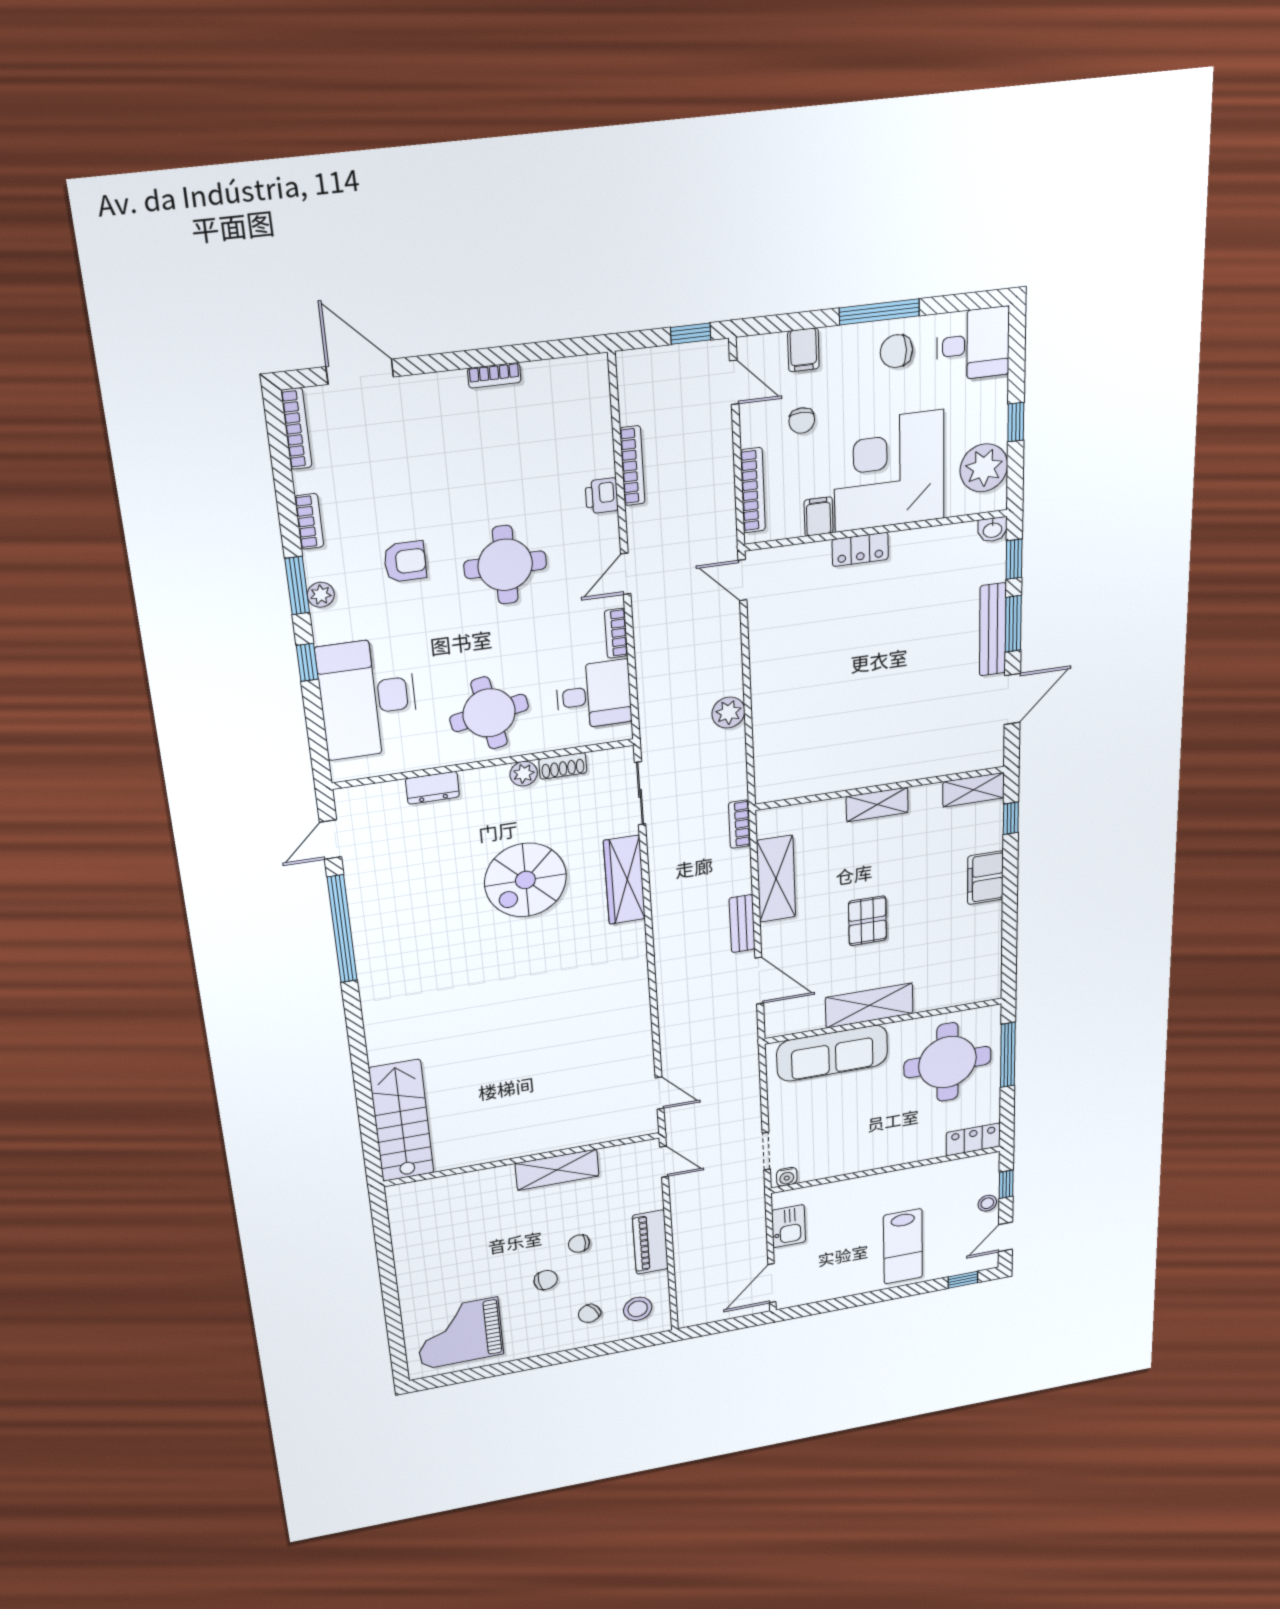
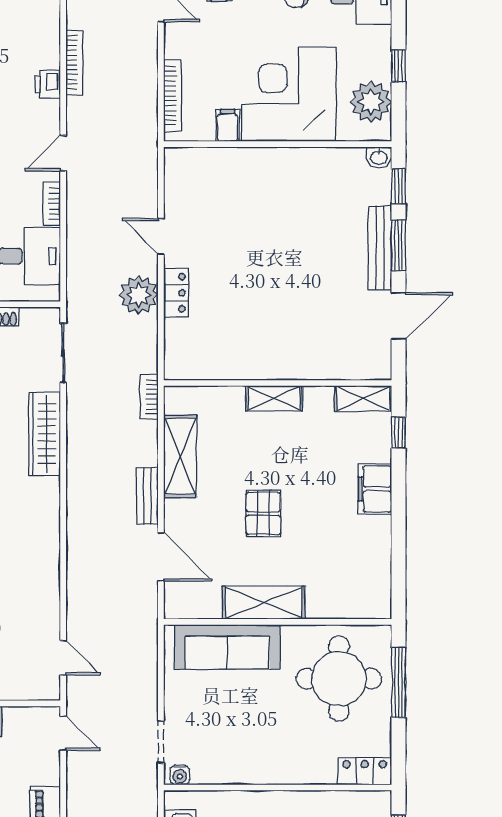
chair: (802, 421) -> (216, 42), removed
locker: (860, 549) -> (176, 293), moved, turned -90
door: (742, 580) -> (161, 236), moved
plant: (728, 712) -> (139, 295), width x1.36, depth x1.36

